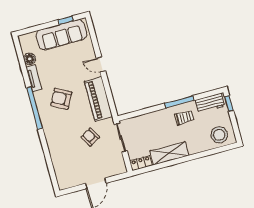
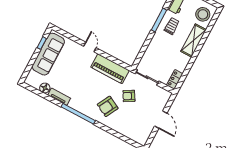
door: (101, 65) -> (90, 47), swing flipped
armchair: (61, 99) -> (108, 106), moved
shelving: (169, 153) -> (194, 40), moved

